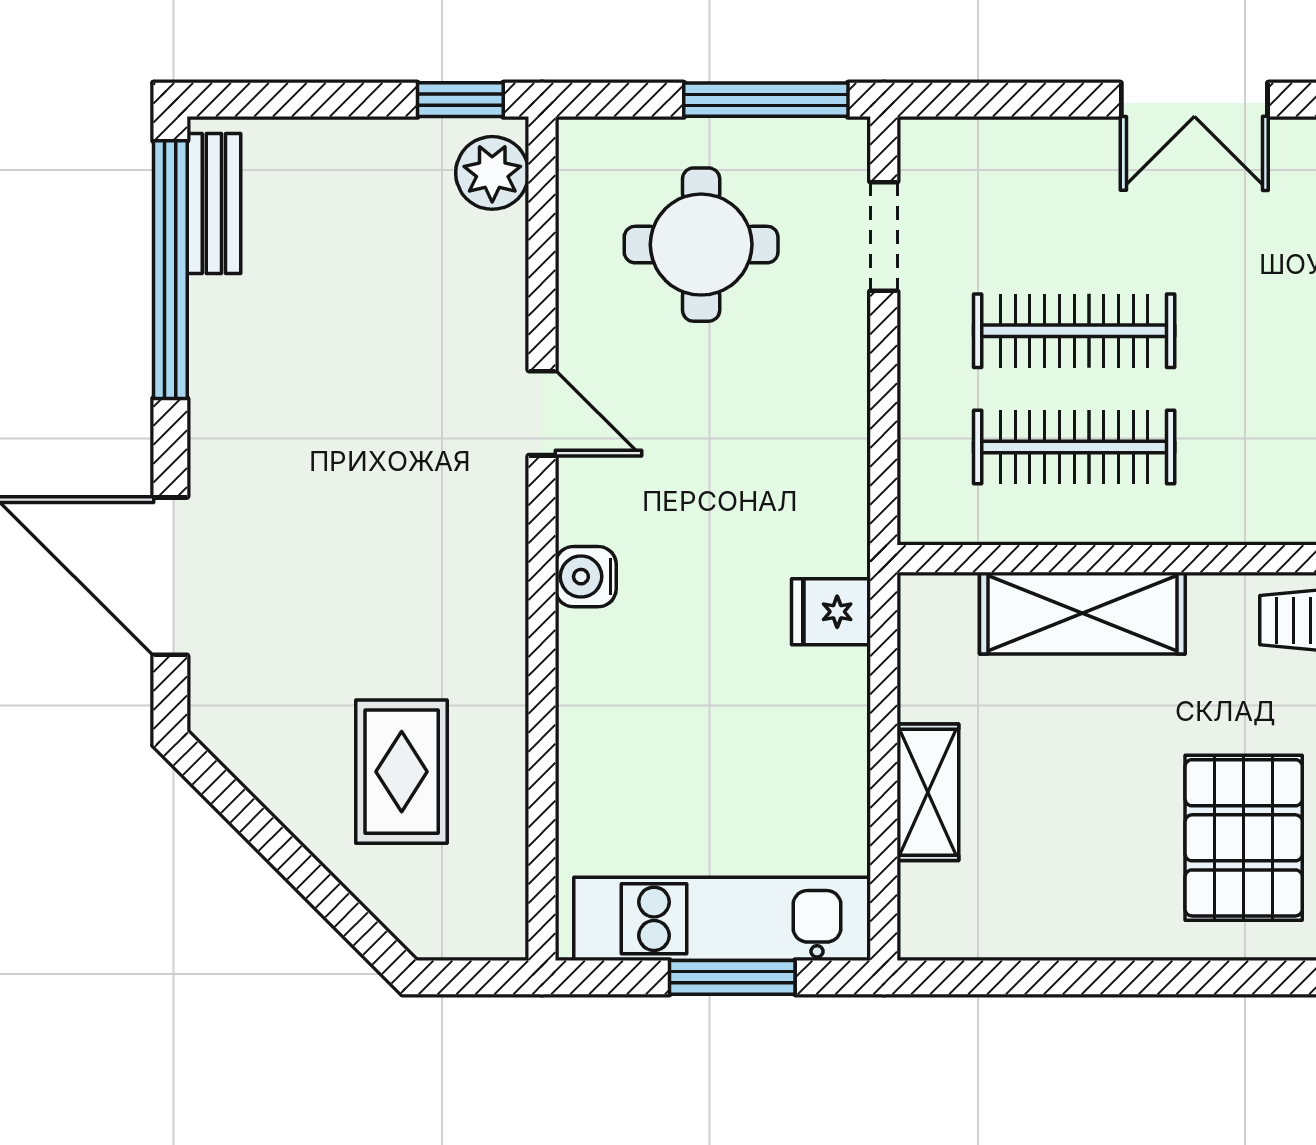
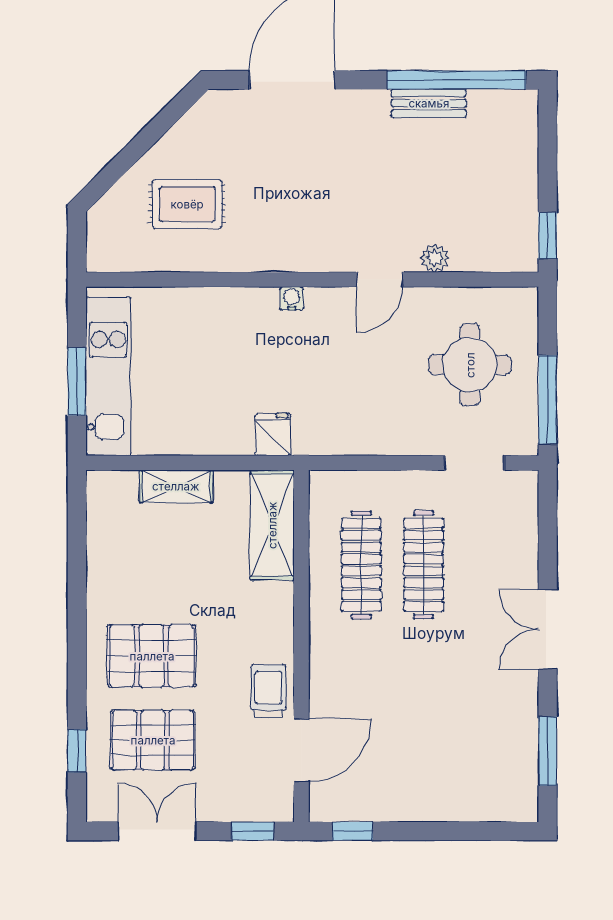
plant: (492, 173) -> (435, 258), moved, width x0.73, depth x0.73
bench: (214, 203) -> (429, 103), moved
water cooler: (586, 577) -> (292, 298), width x0.72, depth x0.72
shelving: (1082, 613) -> (272, 525), moved

